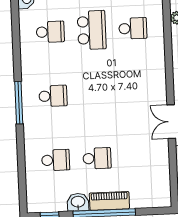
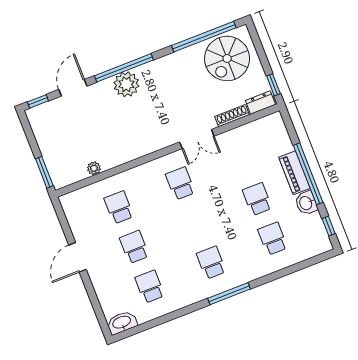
school desk: (92, 30) -> (134, 247), width x0.54
school desk: (136, 92) -> (180, 183), added

